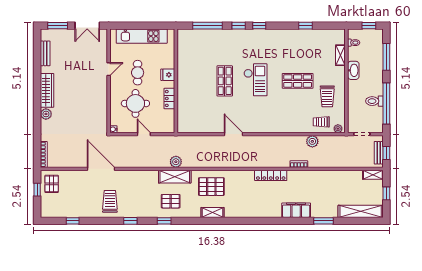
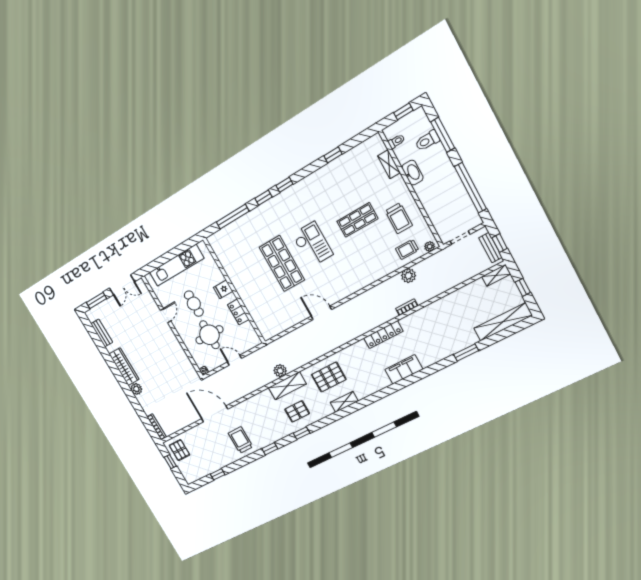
shop shelf: (225, 81) -> (282, 264), width x1.43, depth x1.36
toilet: (374, 101) -> (427, 141), moved
filing cabinet: (296, 210) -> (404, 369), moved

